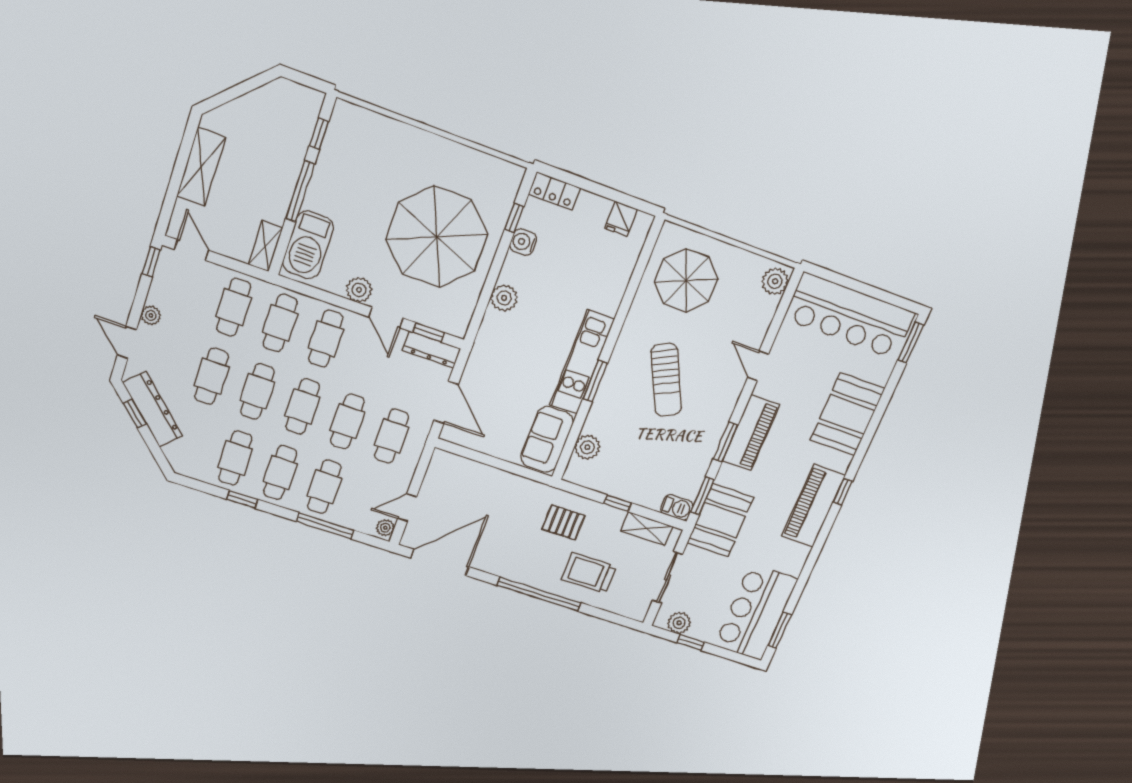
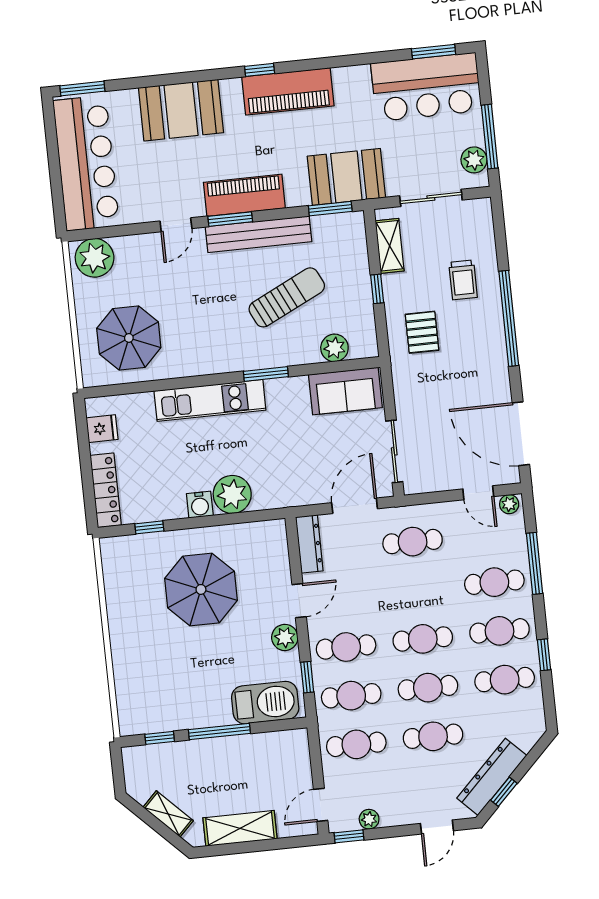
locker: (554, 191) -> (106, 490), width x1.53
parasol: (437, 237) -> (201, 589), width x0.73, depth x0.73
water cooler: (523, 242) -> (200, 505), moved
shelving: (265, 246) -> (168, 814), moved, turned 45
plant: (775, 281) -> (95, 258), width x1.36, depth x1.36
plant: (504, 298) -> (232, 494), width x1.36, depth x1.36
plant: (151, 315) -> (369, 819), moved
window: (428, 332) -> (307, 677), moved
kitchen unit: (582, 362) -> (210, 400), moved
sun lounger: (666, 380) -> (287, 297), moved
cafe table: (347, 421) -> (418, 590), removed
bench: (713, 429) -> (258, 234), added
window: (725, 442) -> (230, 219), moved
sliding door: (476, 456) -> (394, 451), added
barbecue: (677, 507) -> (354, 228), removed
trolley: (589, 573) -> (463, 280), width x0.73, depth x0.72
window: (691, 642) -> (490, 137), width x2.17

